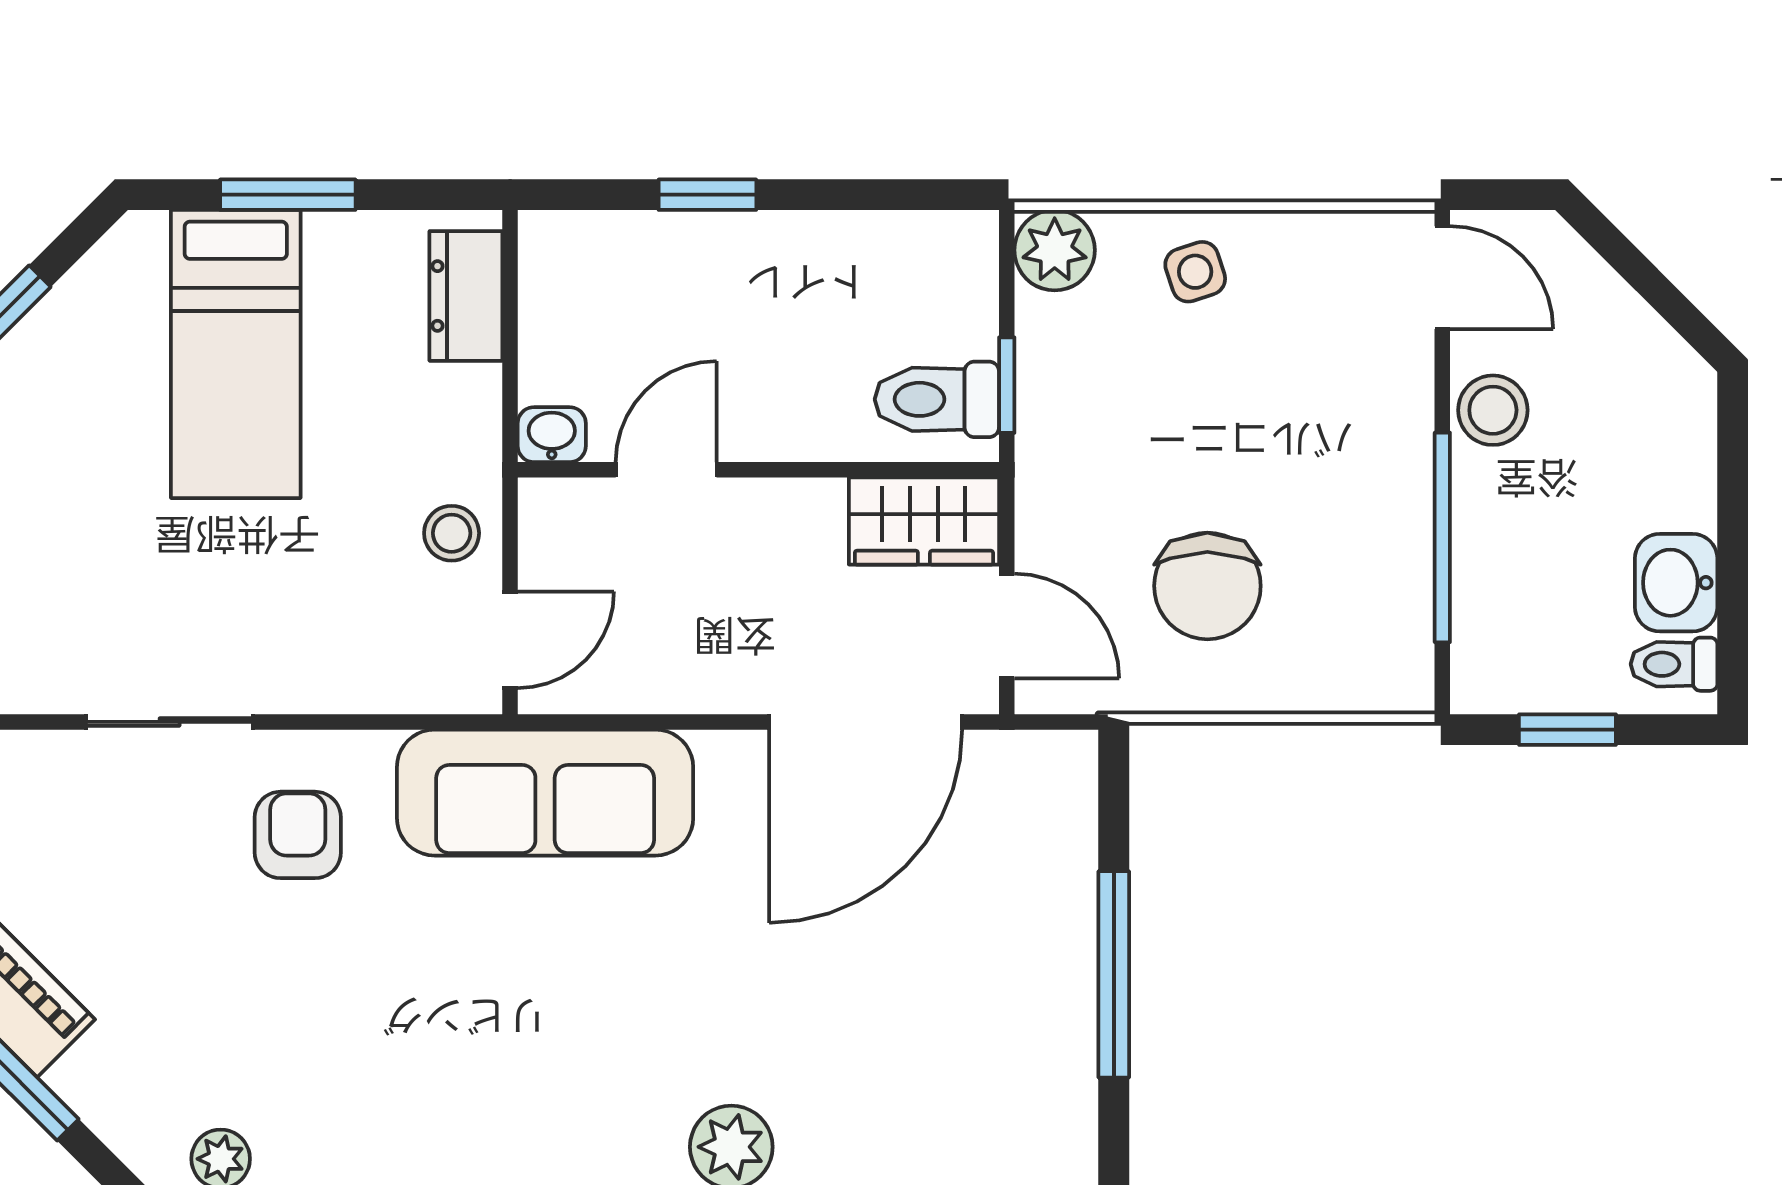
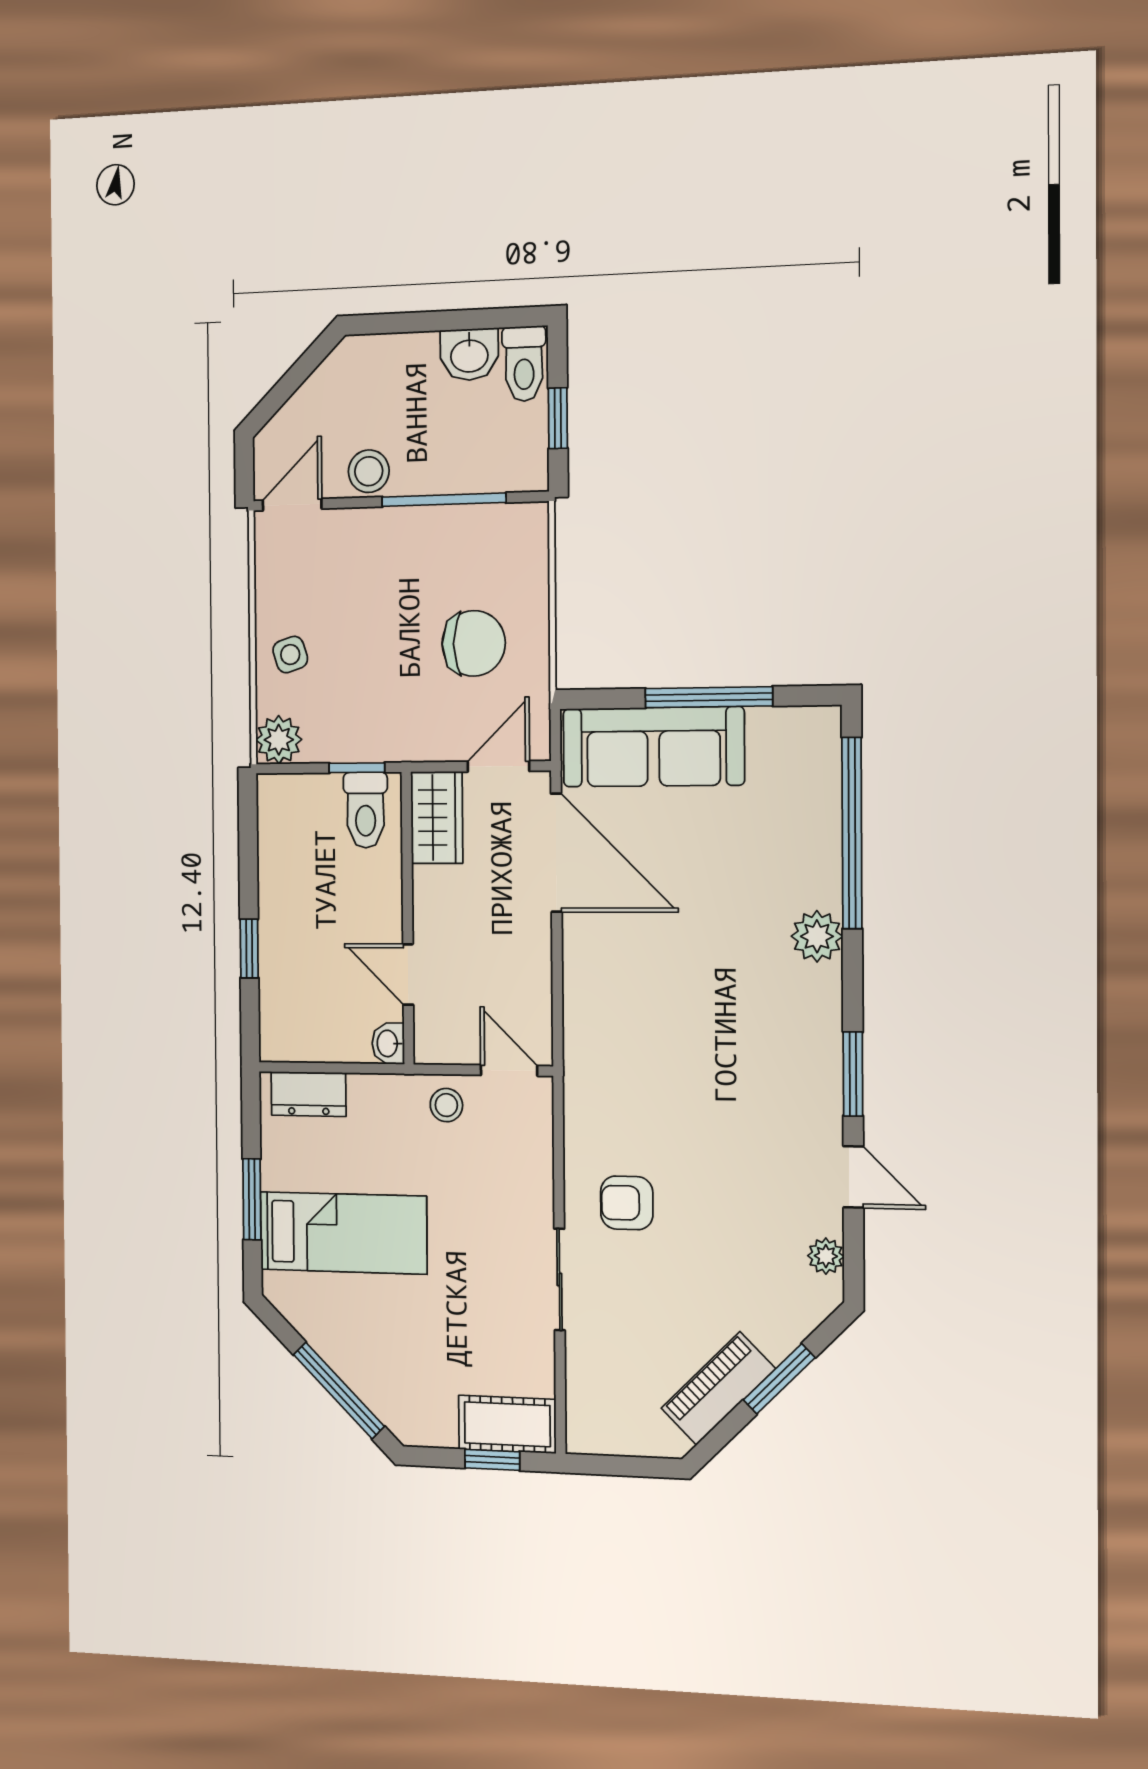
toilet: (1674, 664) -> (524, 364), width x1.37, depth x1.39
sofa: (545, 793) -> (653, 747), moved, turned 90

